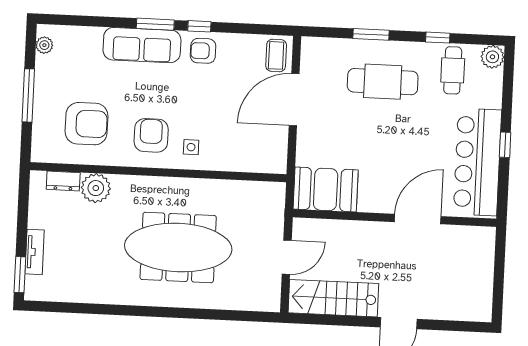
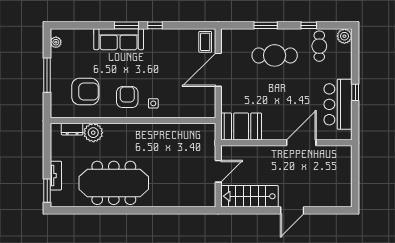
armchair: (203, 51) -> (158, 41), removed
bar counter: (477, 162) -> (338, 104), width x0.73
meeting table: (178, 248) -> (114, 183), moved

